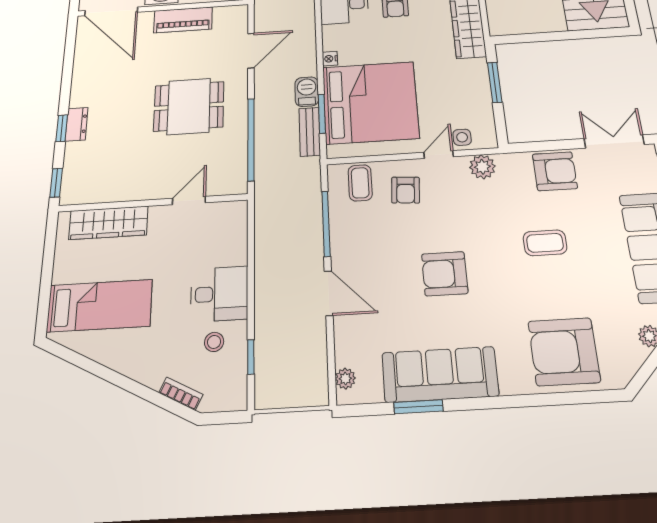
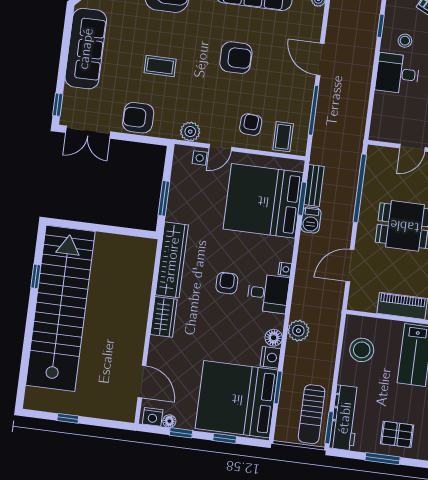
nightstand: (330, 59) -> (285, 269), moved

